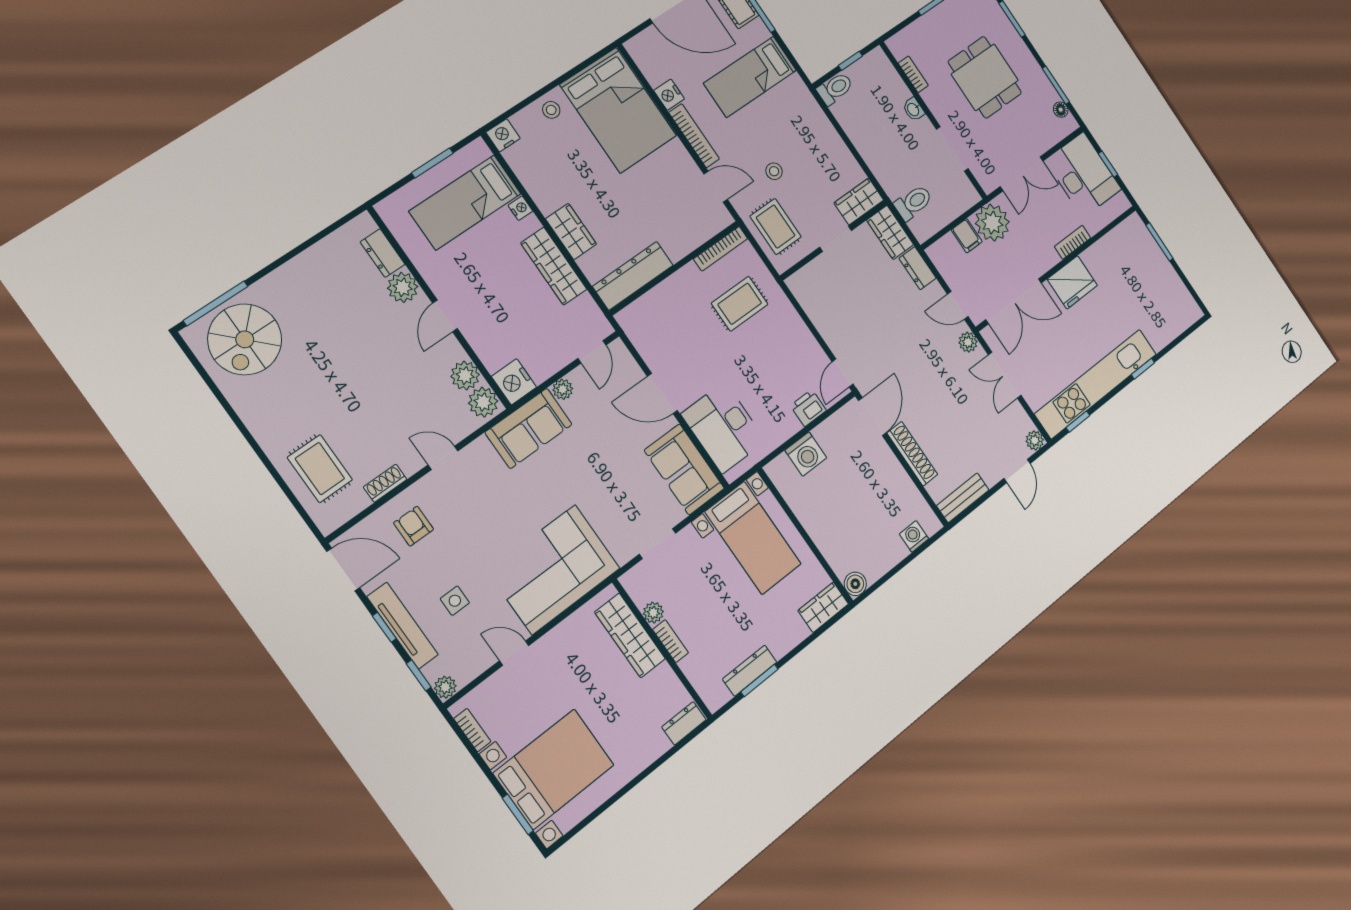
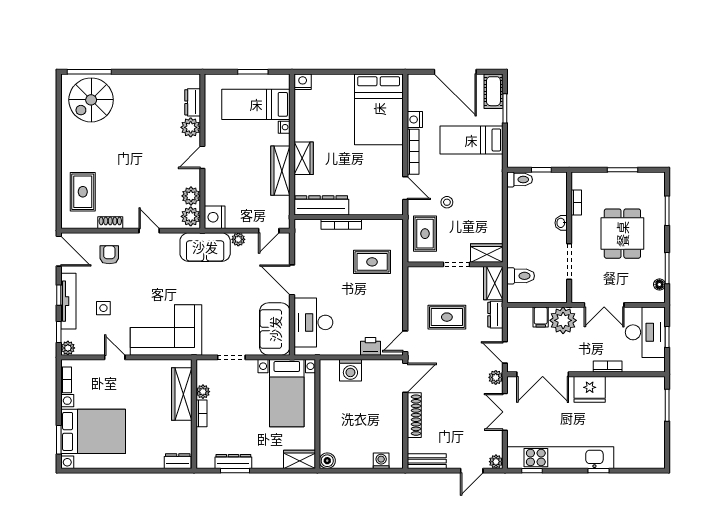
stool: (551, 110) -> (340, 85), removed
bookcase: (721, 249) -> (341, 224), moved
rug: (868, 310) -> (447, 317), added

